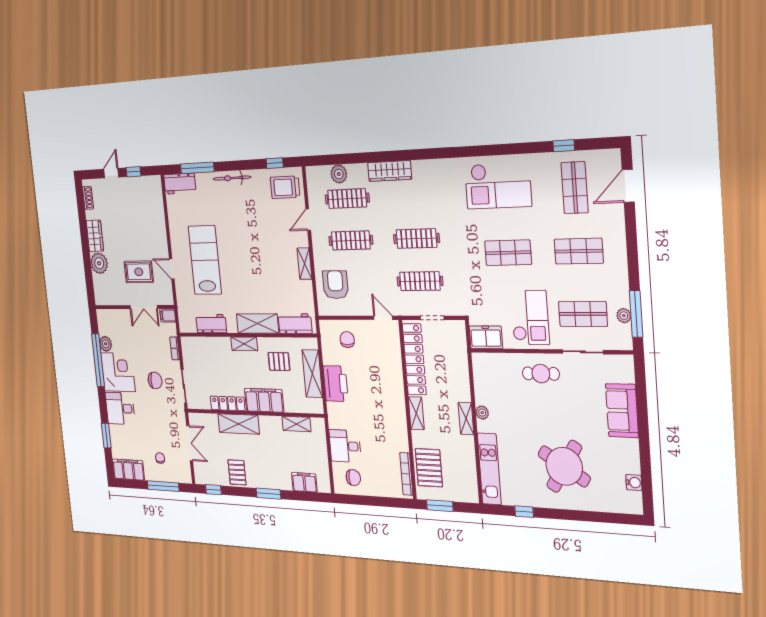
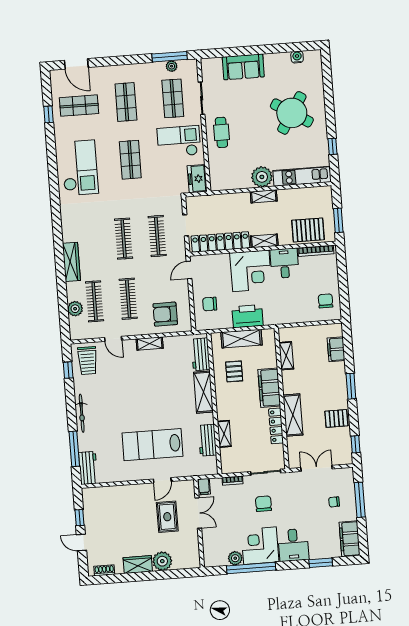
shelving: (244, 344) -> (224, 434), moved
corner desk: (383, 393) -> (251, 271), added
plant: (482, 413) -> (262, 177), width x1.87, depth x1.87
desk: (345, 446) -> (284, 263), moved, turned 180

